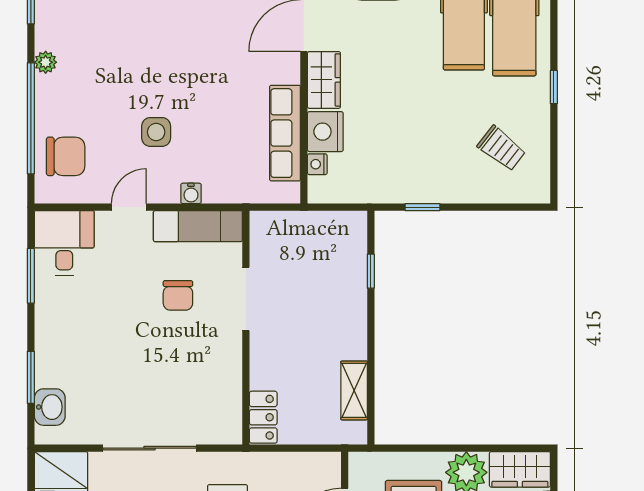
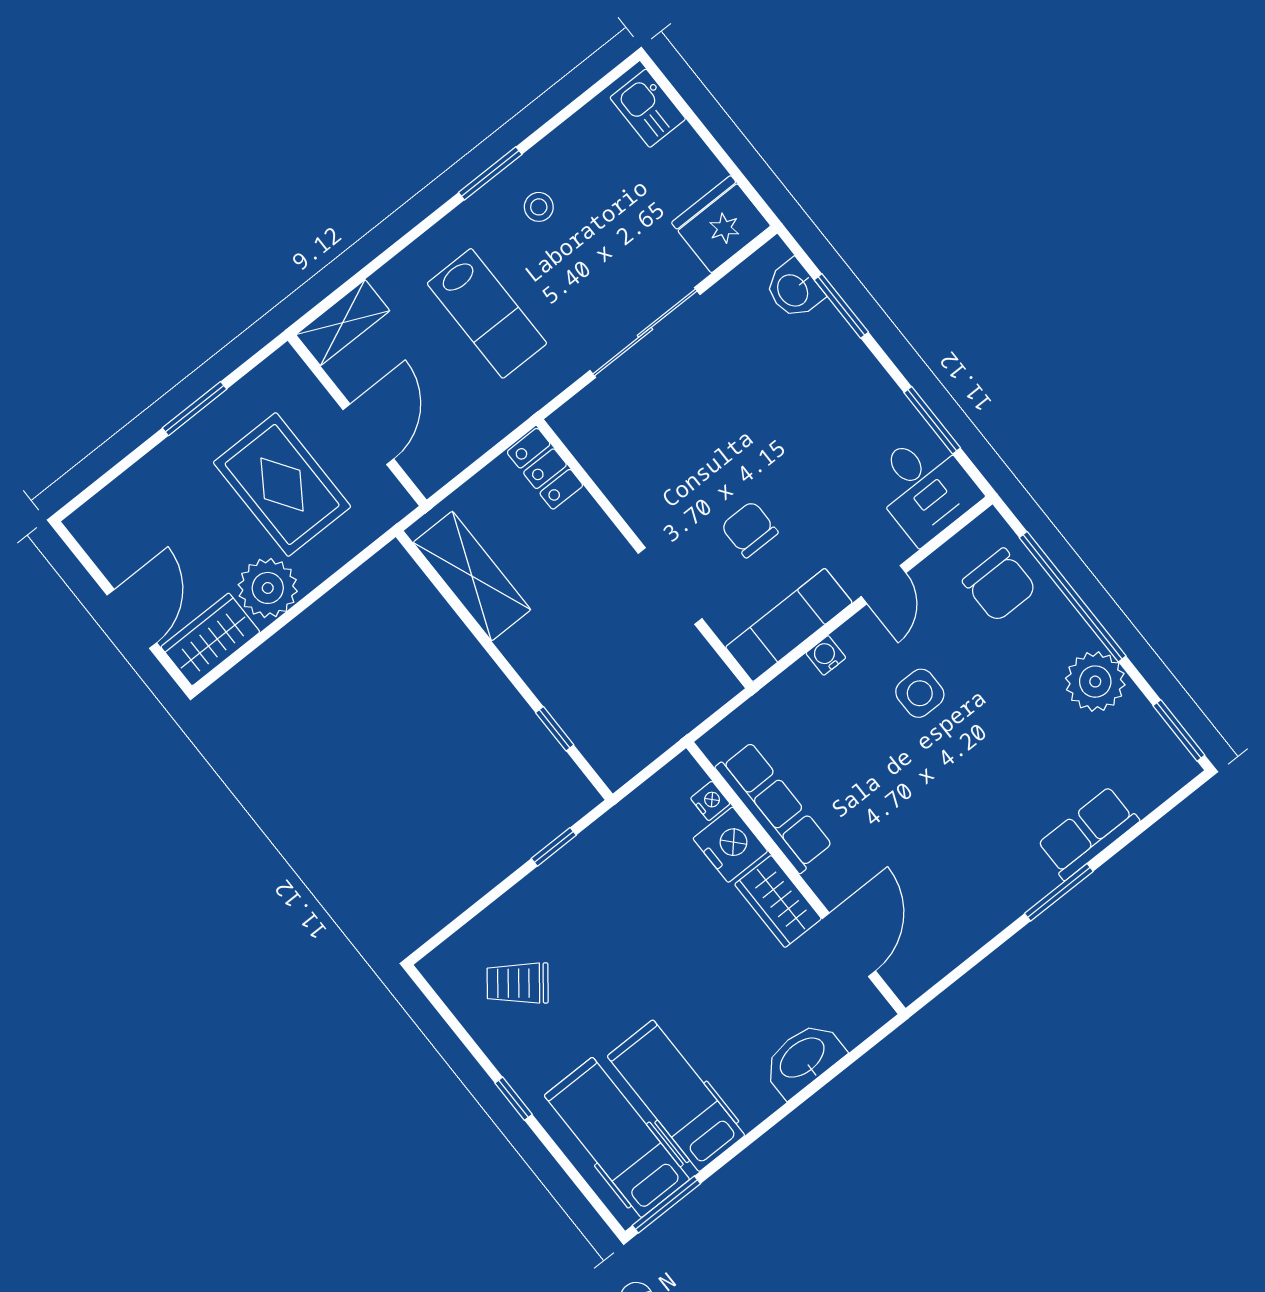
plant: (46, 62) -> (1095, 682), width x1.88, depth x1.88
chair: (66, 156) -> (1000, 585), turned -90
shelving: (354, 390) -> (472, 576), width x1.50, depth x1.33

